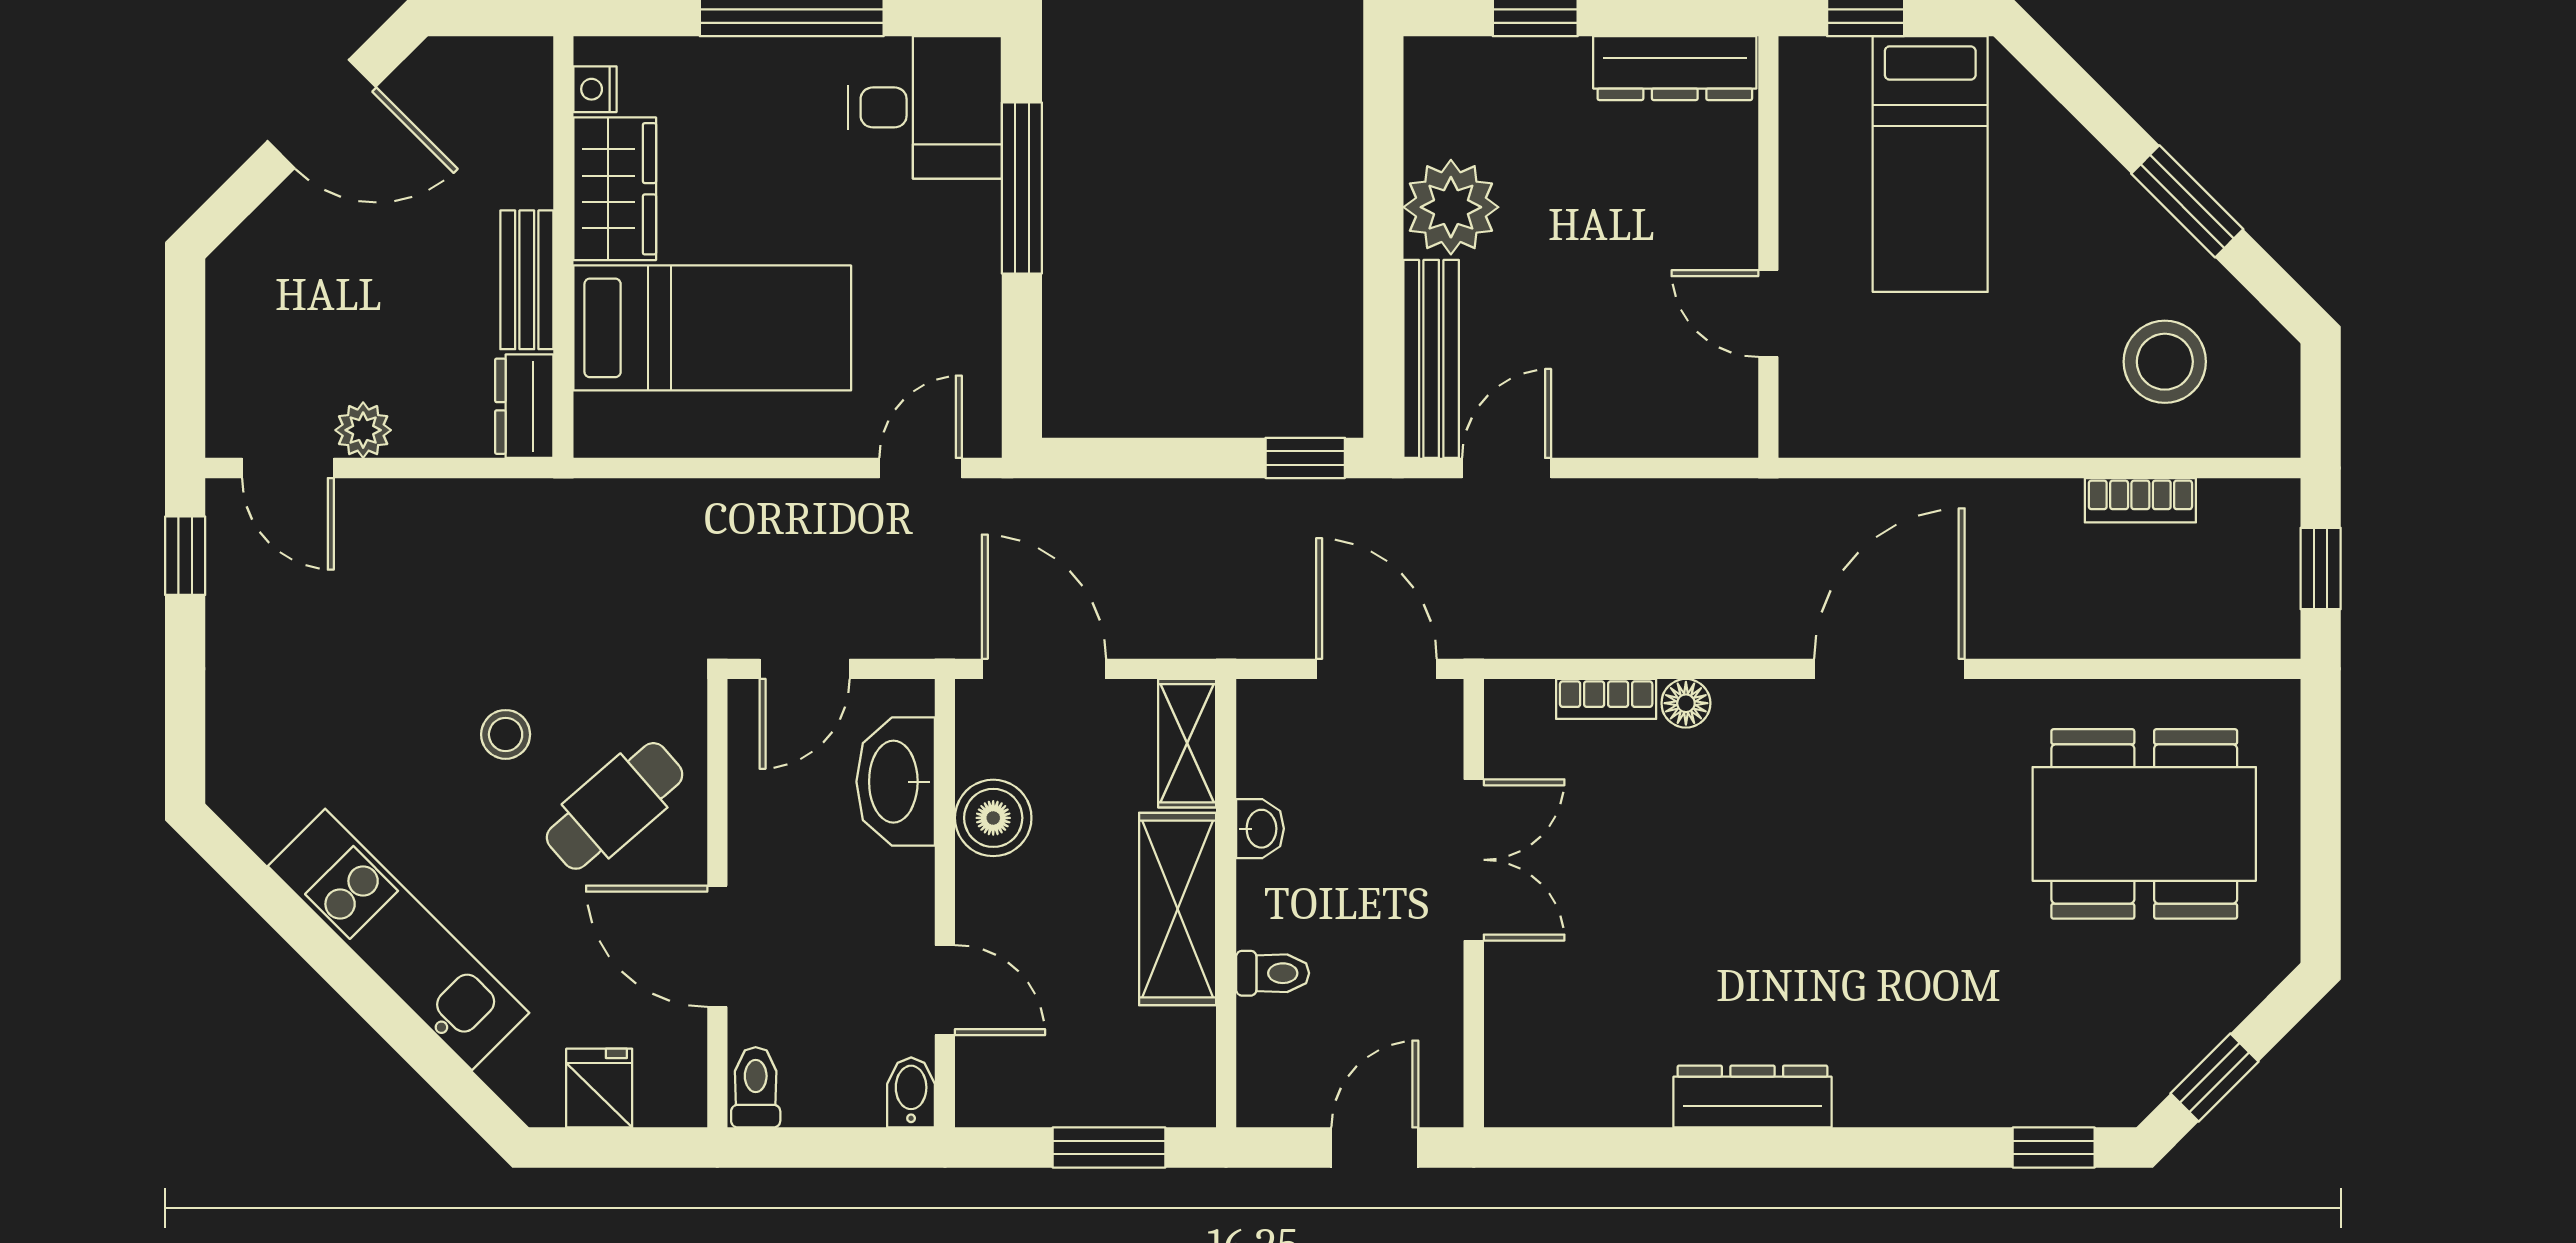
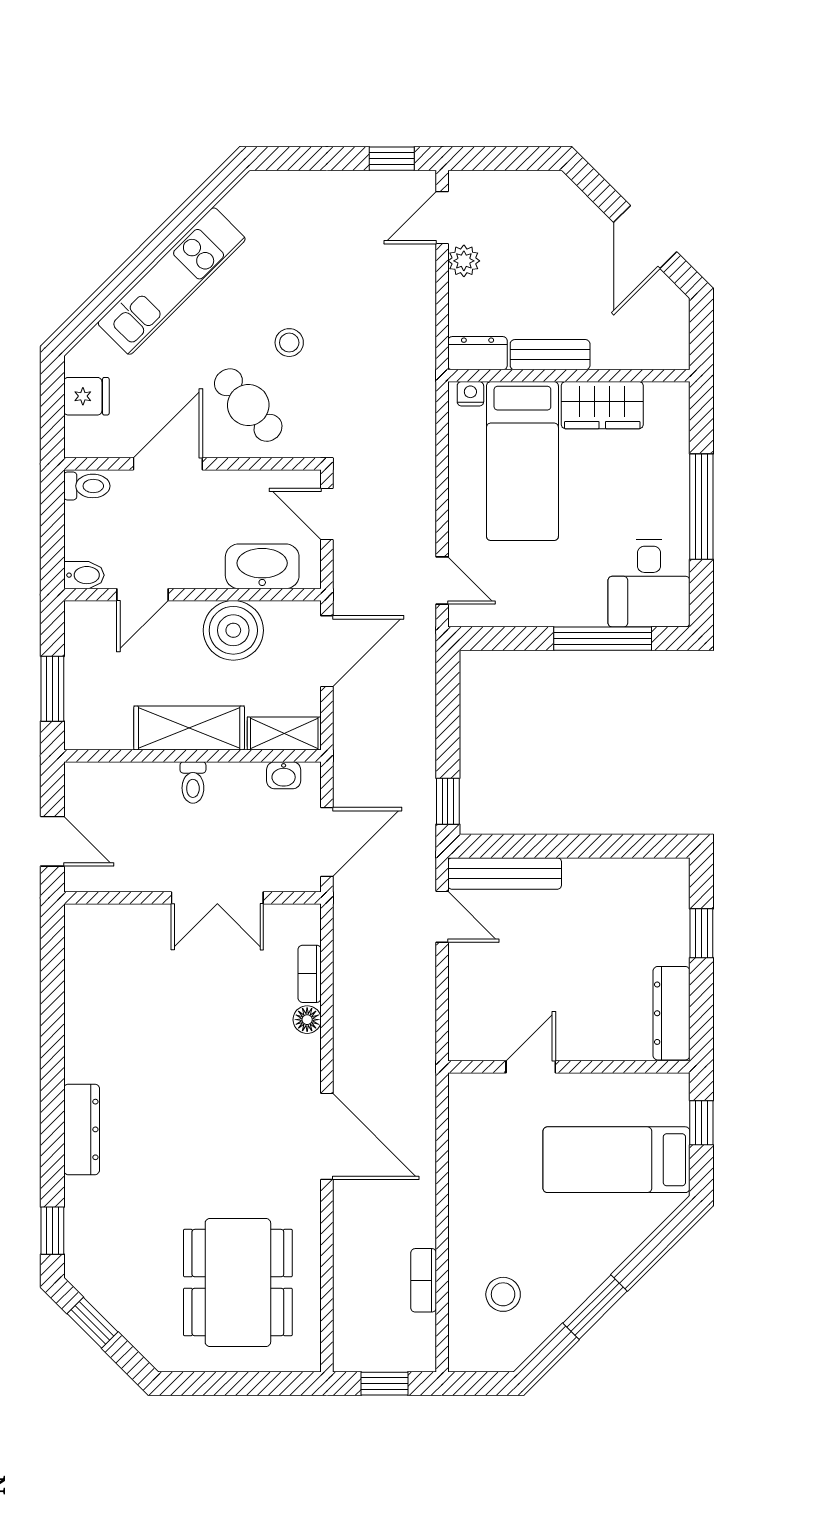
nightstand: (595, 89) -> (470, 394), moved
plant: (1451, 207) -> (592, 885), removed
stool: (2165, 362) -> (503, 1294), width x0.73, depth x0.73
boiler: (993, 818) -> (233, 630), width x1.37, depth x1.37
washbasin: (1260, 829) -> (284, 775), moved
toilet: (1273, 973) -> (193, 782), moved
dresser: (1752, 1096) -> (82, 1129), moved

